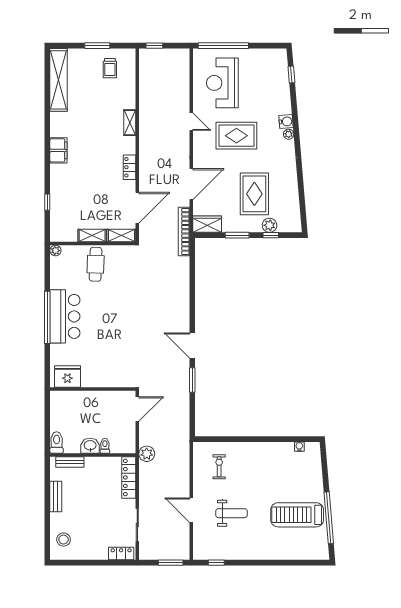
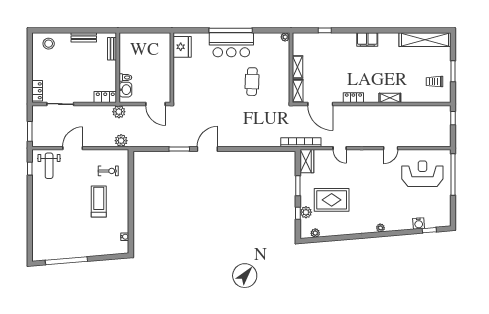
water cooler: (286, 122) -> (419, 223), moved
rug: (236, 136) -> (379, 185), removed
door: (191, 184) -> (340, 148), width x0.53
plant: (295, 214) -> (315, 233), added
cafe table: (96, 264) -> (252, 82), moved, turned 90
toilet: (57, 443) -> (128, 38), removed
washbasin: (90, 446) -> (125, 90), moved
plant: (182, 451) -> (121, 141), added
locker: (129, 477) -> (105, 97), width x0.66
weight bench: (232, 513) -> (49, 166), moved
treadmill: (297, 515) -> (99, 202), moved, width x0.73, depth x0.73

